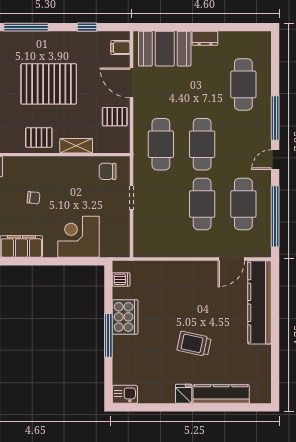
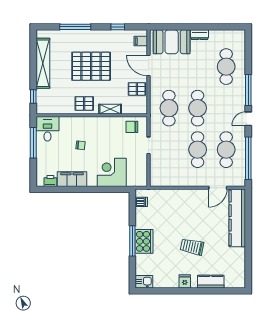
cooker: (125, 317) -> (144, 241), moved
kitchen counter: (221, 394) -> (211, 282), width x0.67

